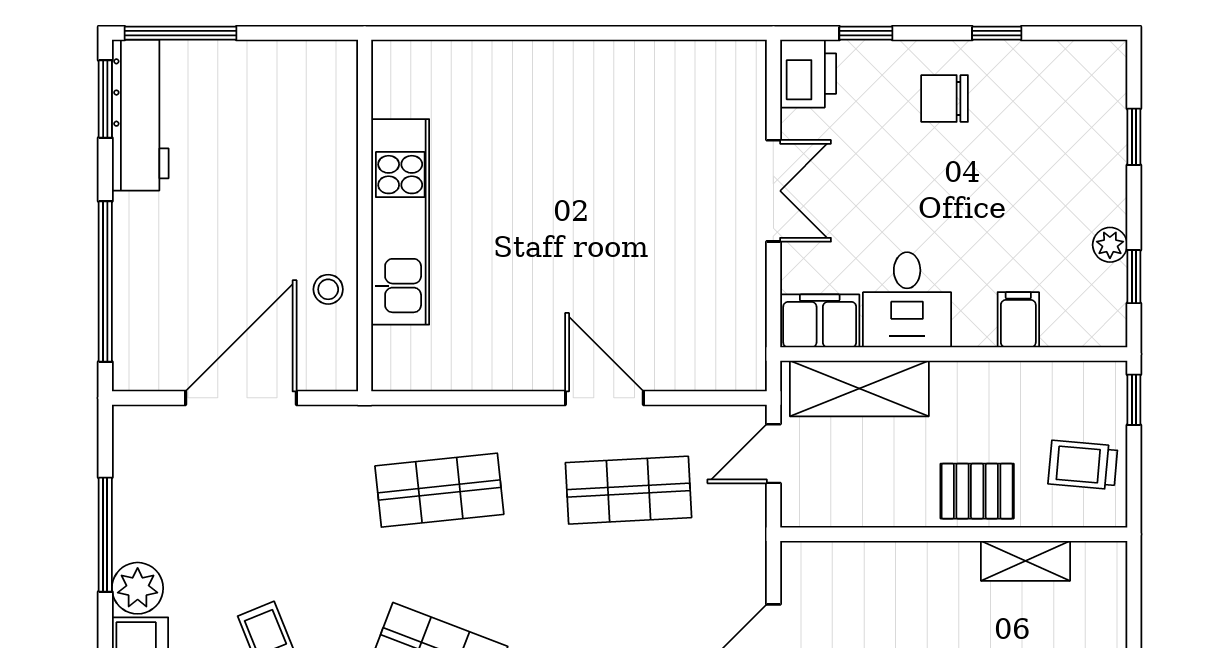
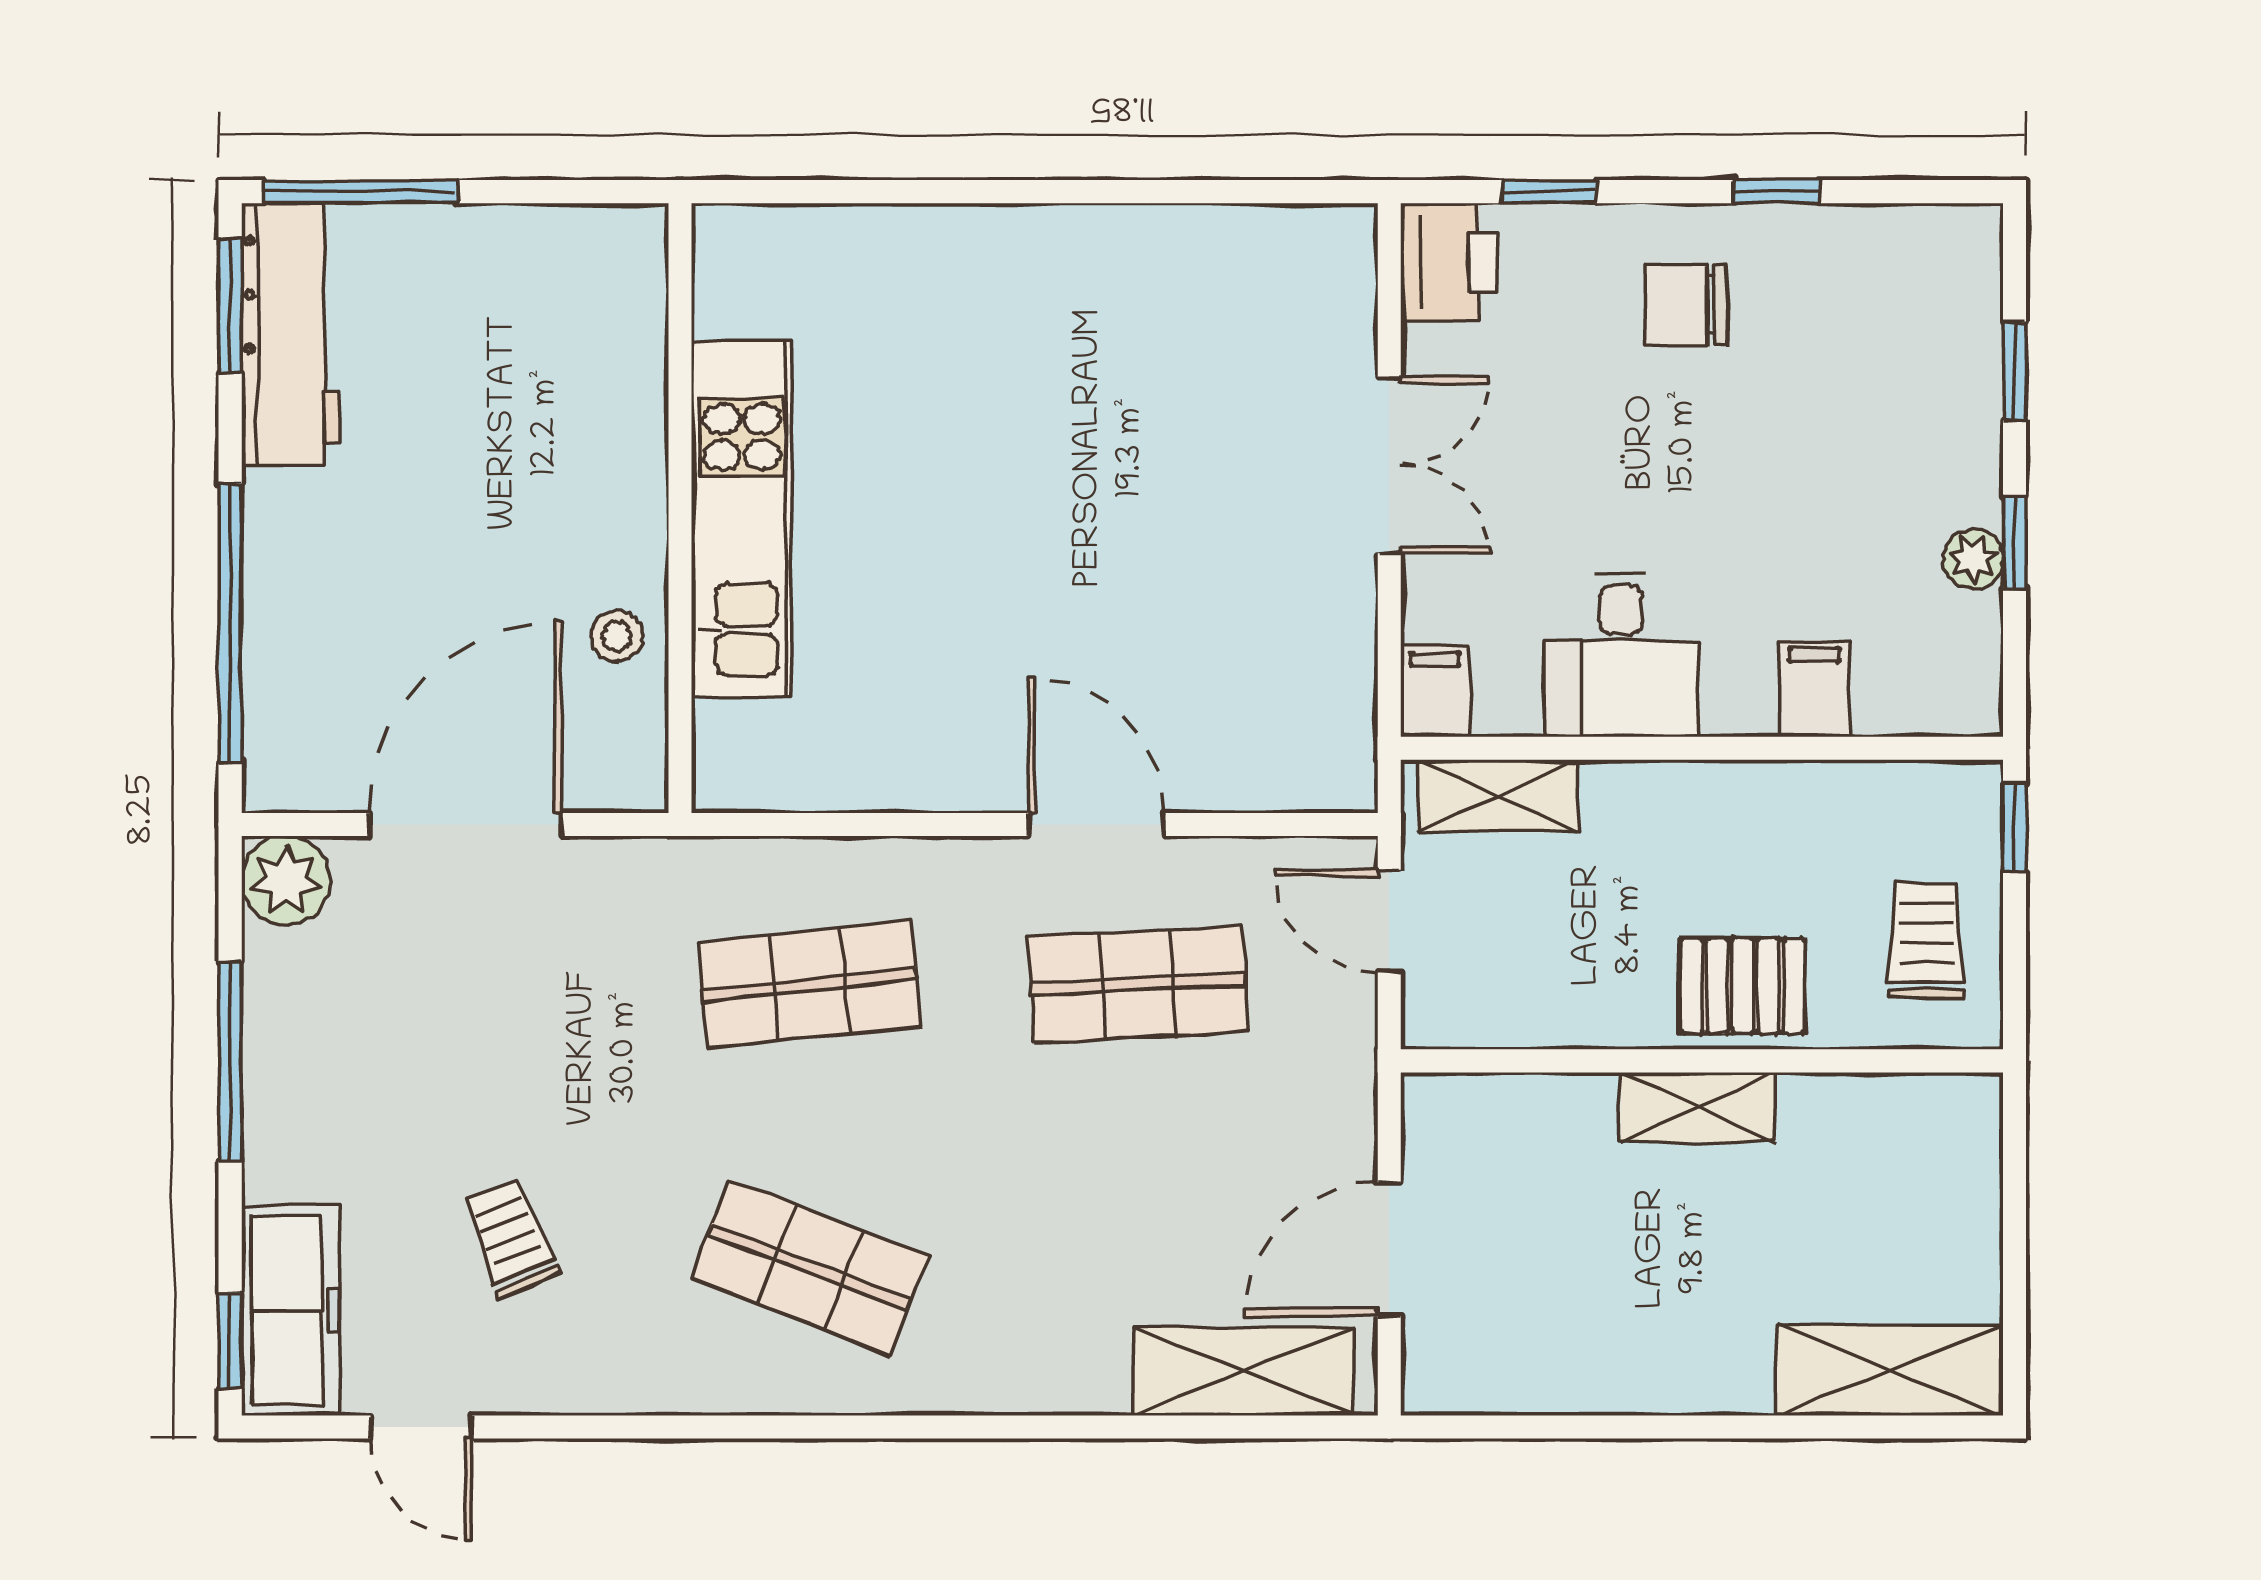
window: (1134, 277) -> (2015, 542), moved
filing cabinet: (820, 321) -> (1435, 691), width x0.50
shelving: (859, 388) -> (1498, 796), width x0.67, depth x0.75
door: (773, 454) -> (1389, 921), hinge flipped
trolley: (1083, 465) -> (1926, 941), turned 85
shelving: (1025, 561) -> (1698, 1107), moved
plant: (138, 588) -> (286, 880), moved

